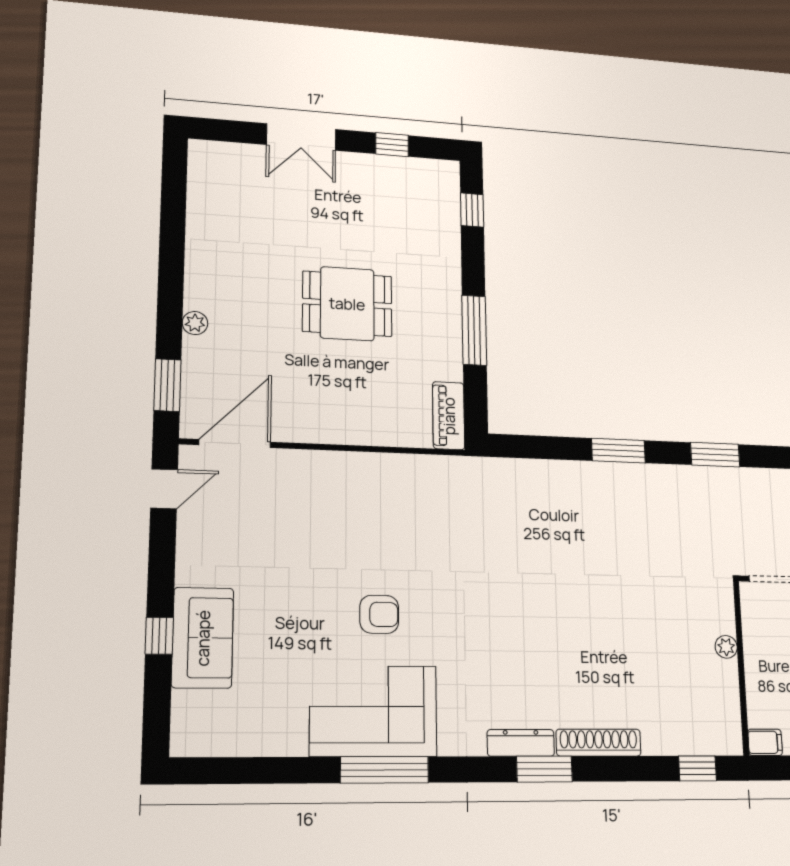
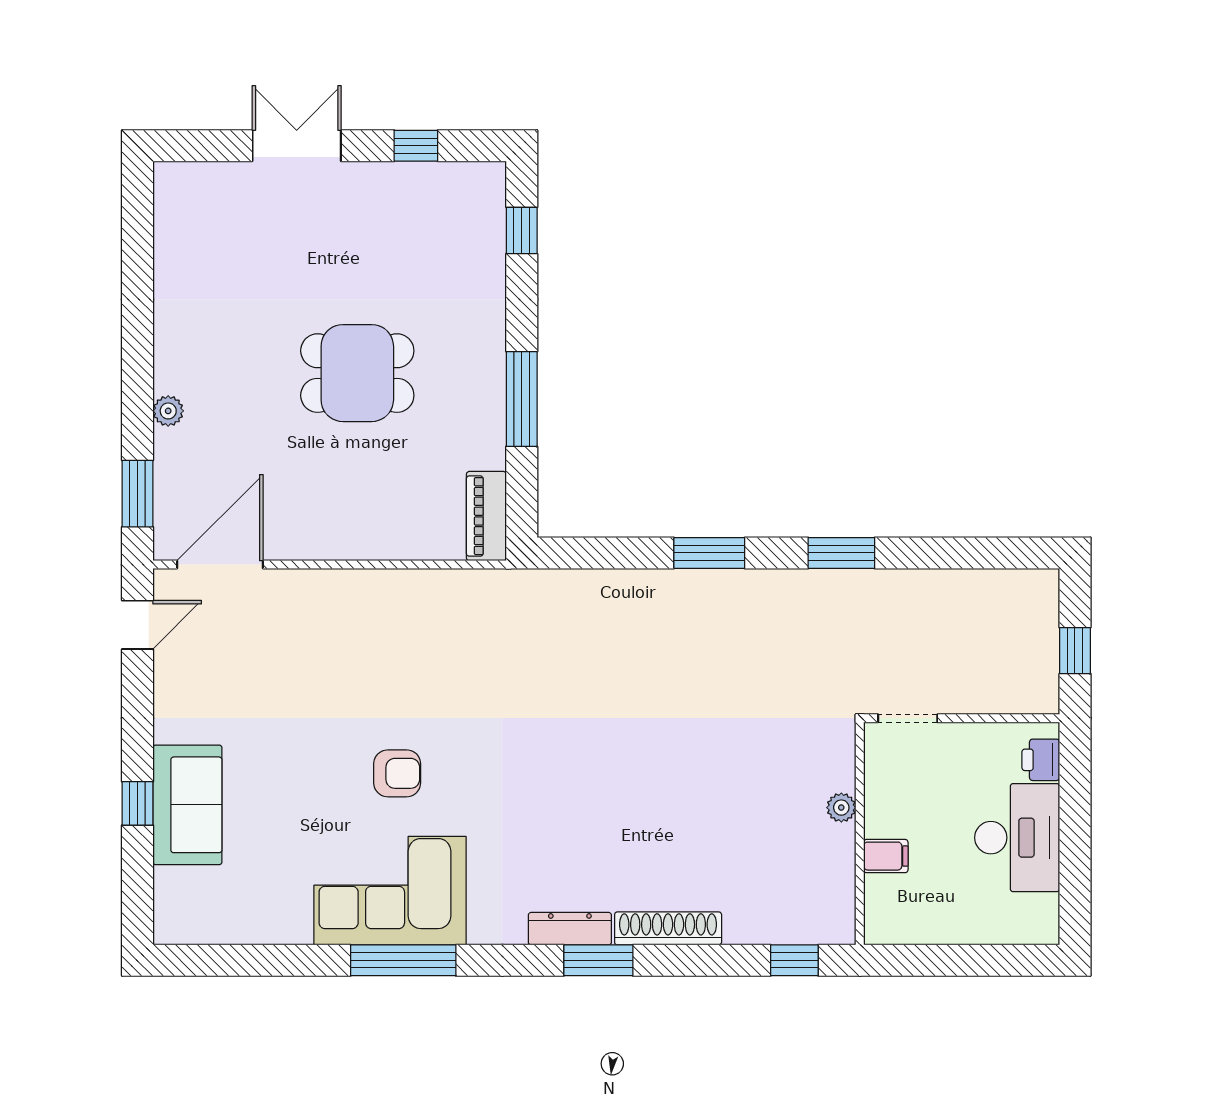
double door: (301, 137) -> (297, 146), swing flipped
filing cabinet: (765, 742) -> (886, 856), moved

